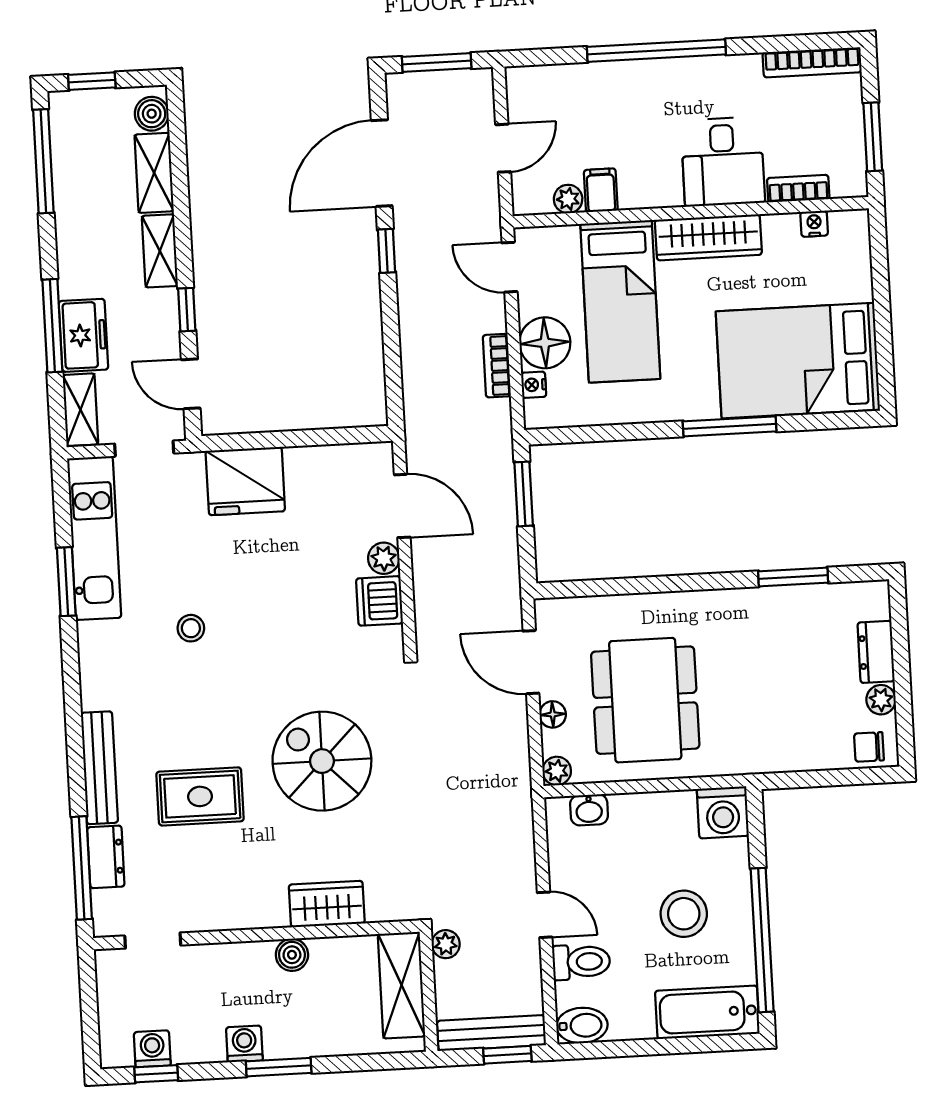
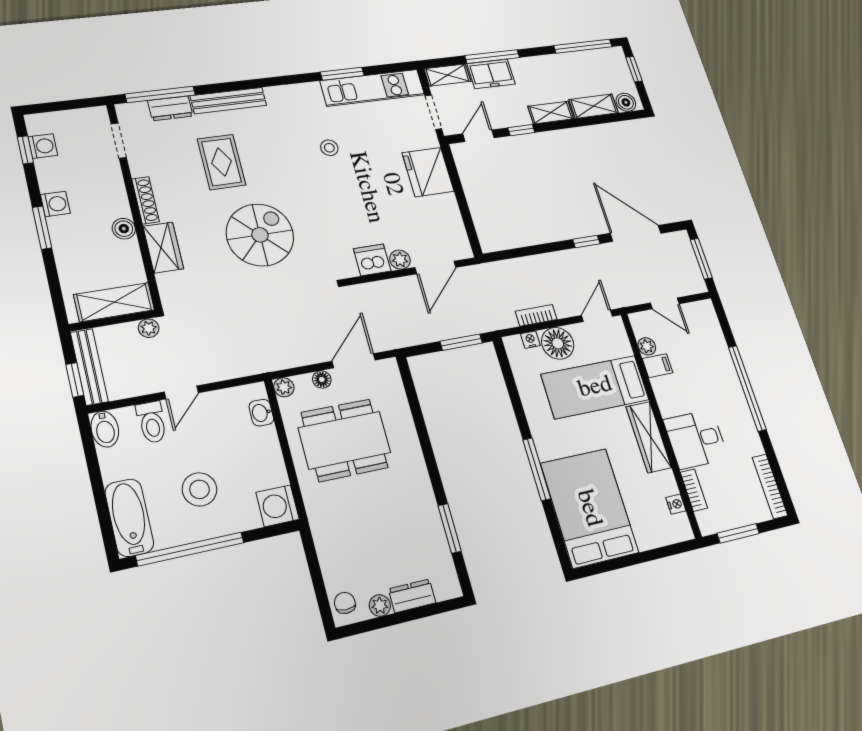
shoe rack: (251, 917) -> (146, 200), added

